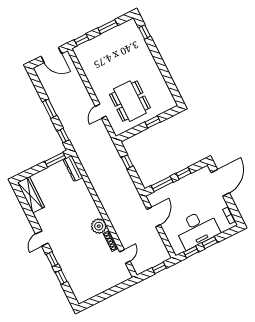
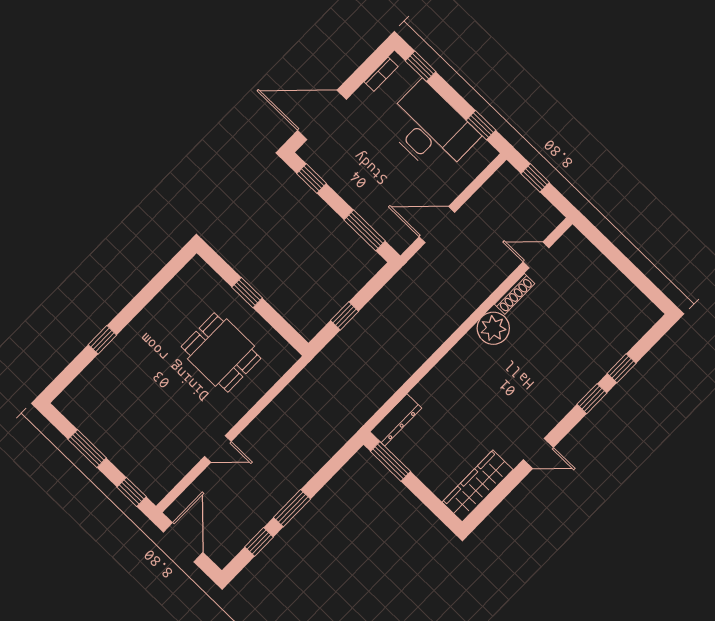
window: (145, 32) -> (102, 340), moved
dining table: (130, 101) -> (221, 352), width x0.73
door: (101, 111) -> (218, 449), moved
window: (63, 136) -> (259, 542), moved
window: (184, 173) -> (312, 179), moved
door: (42, 239) -> (538, 453), moved
window: (210, 243) -> (421, 66), moved

